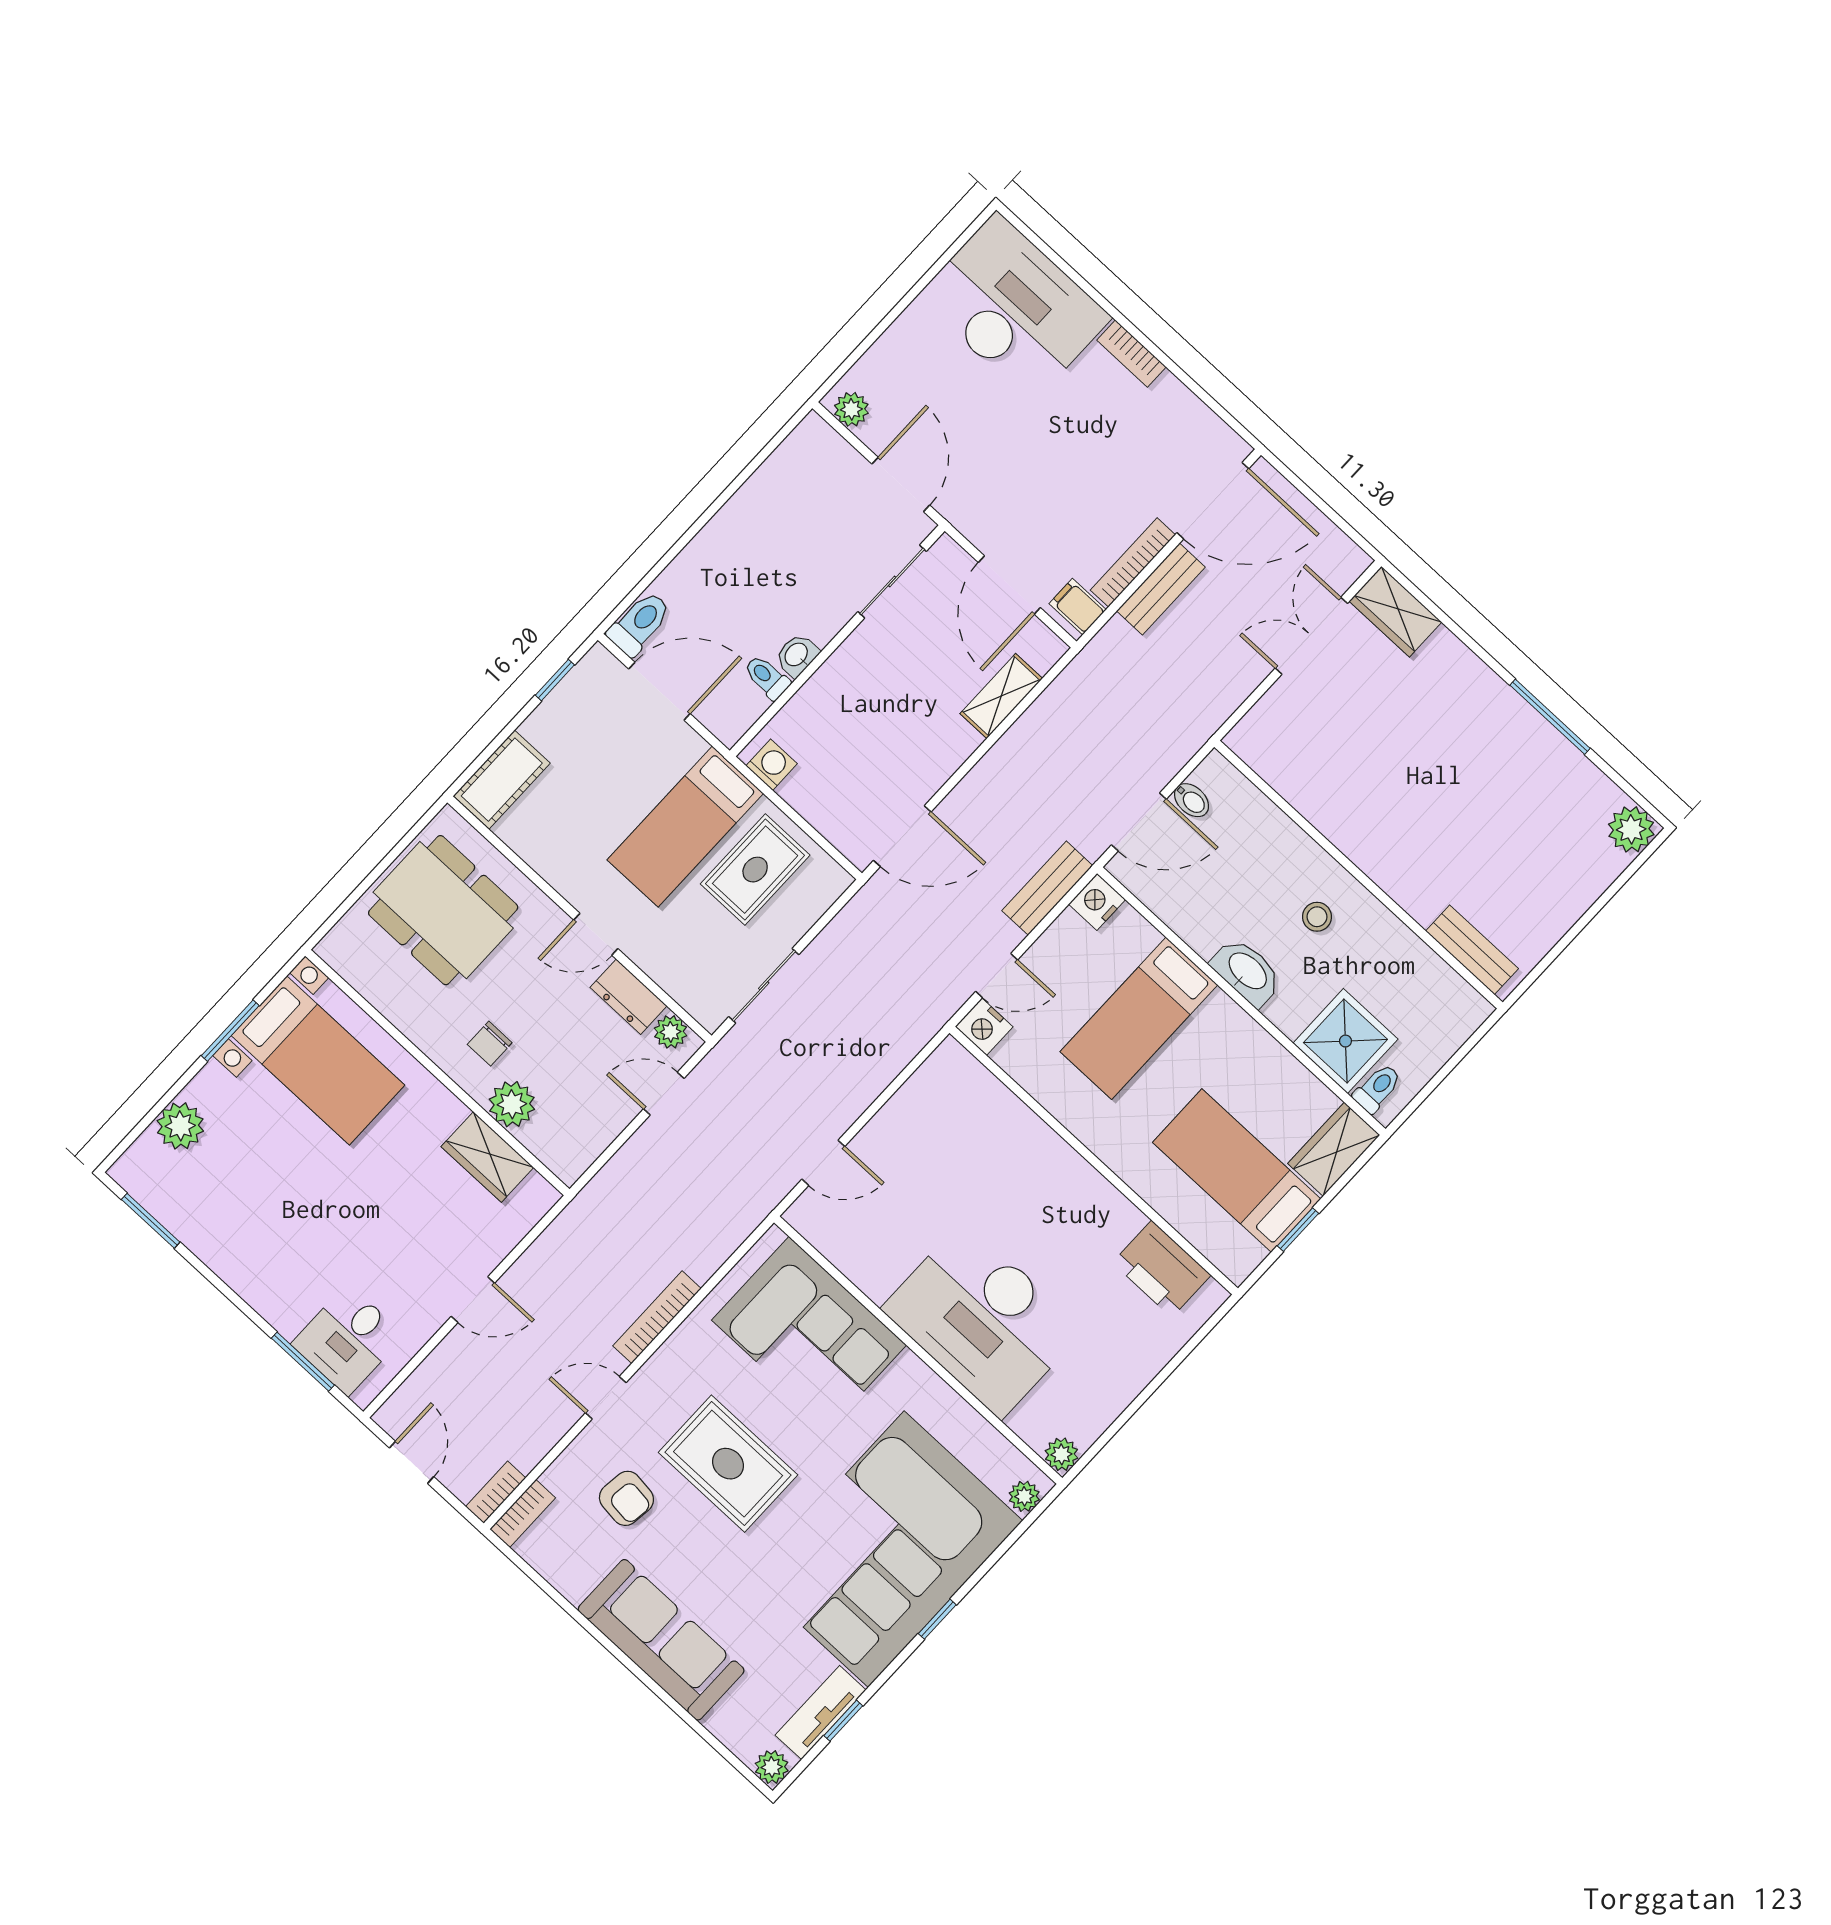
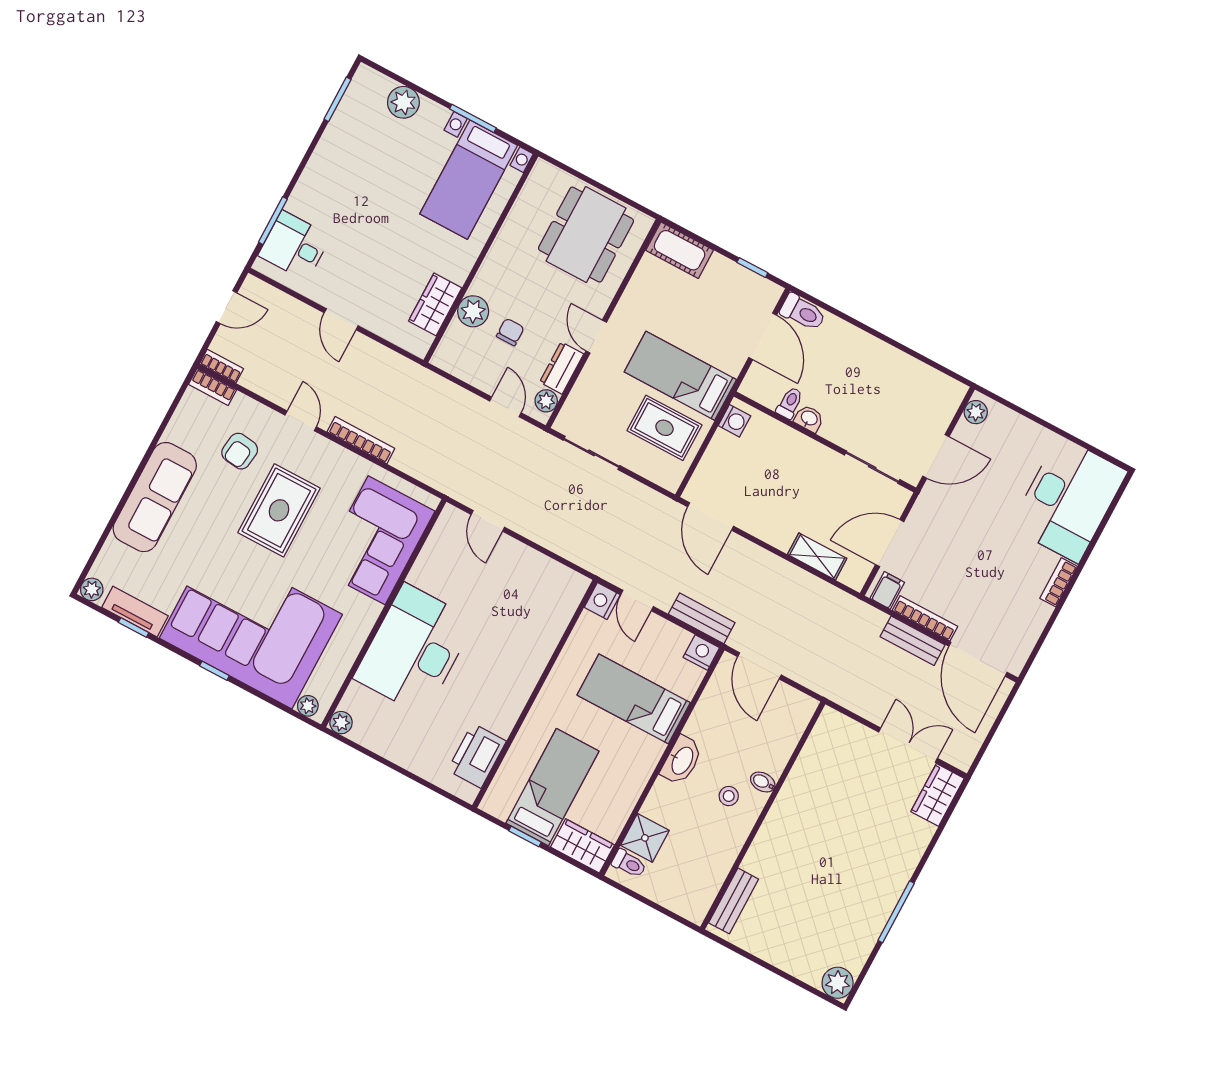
bidet: (1192, 800) -> (763, 782), moved, turned 90
shower: (1345, 1041) -> (645, 838), width x0.73, depth x0.73
chair: (490, 1044) -> (510, 332), moved, turned 90

